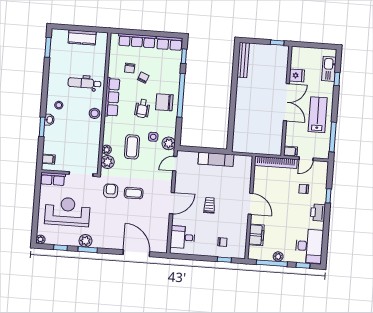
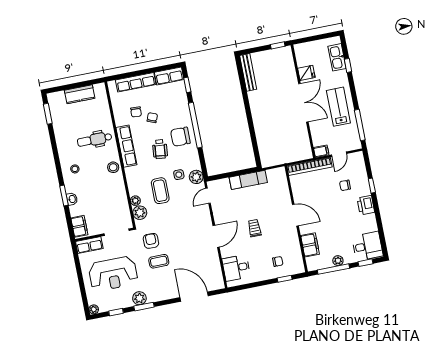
washbasin: (49, 120) -> (72, 199), moved
filing cabinet: (48, 159) -> (79, 226), width x2.00
coffee table: (134, 193) -> (159, 261), moved
reception desk: (67, 212) -> (113, 274), turned 180
desk: (309, 246) -> (367, 246), width x0.73

